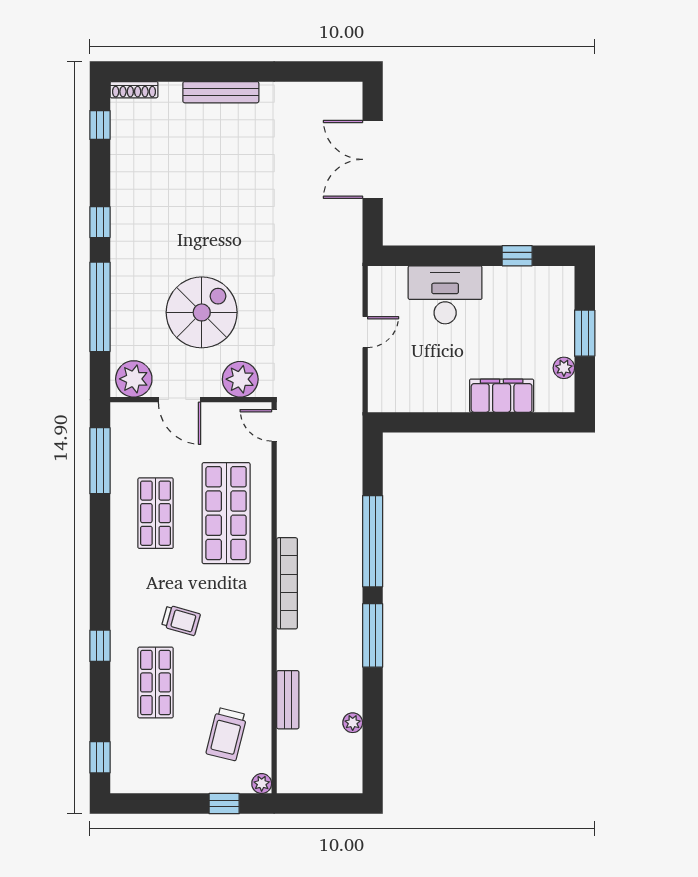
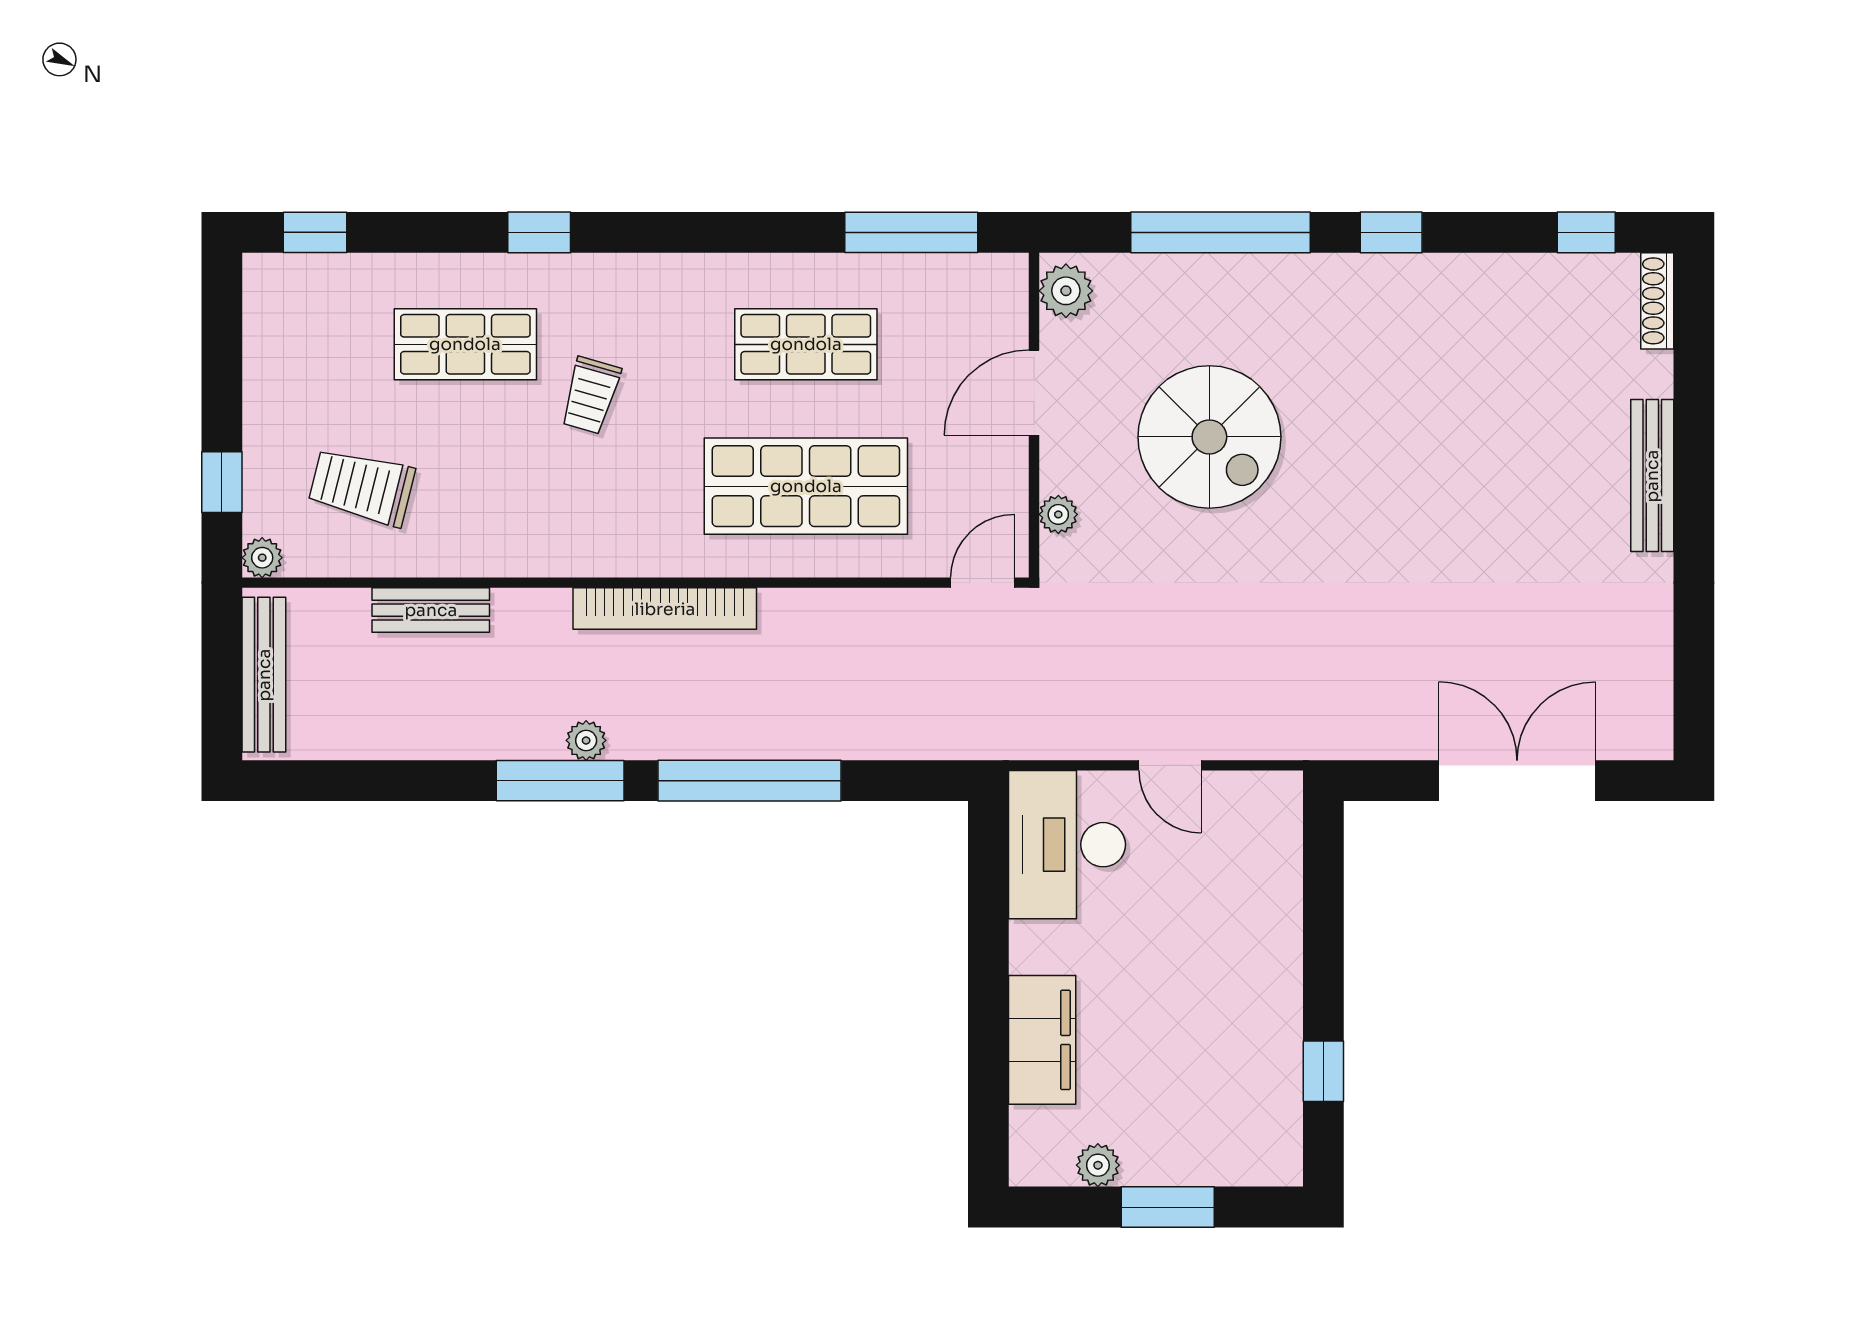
desk: (445, 295) -> (1067, 845), moved, turned 180
plant: (134, 379) -> (1066, 291), width x0.73, depth x0.73
plant: (240, 379) -> (1058, 514), width x0.53, depth x0.53
plant: (353, 723) -> (586, 740), moved
bench: (320, 783) -> (264, 675), added

